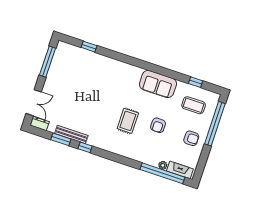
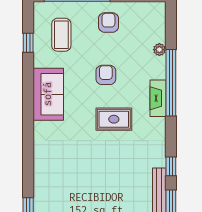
armchair: (158, 125) -> (106, 75), turned -90
fireplace: (180, 170) -> (158, 98), moved
window: (162, 173) -> (171, 83), moved

